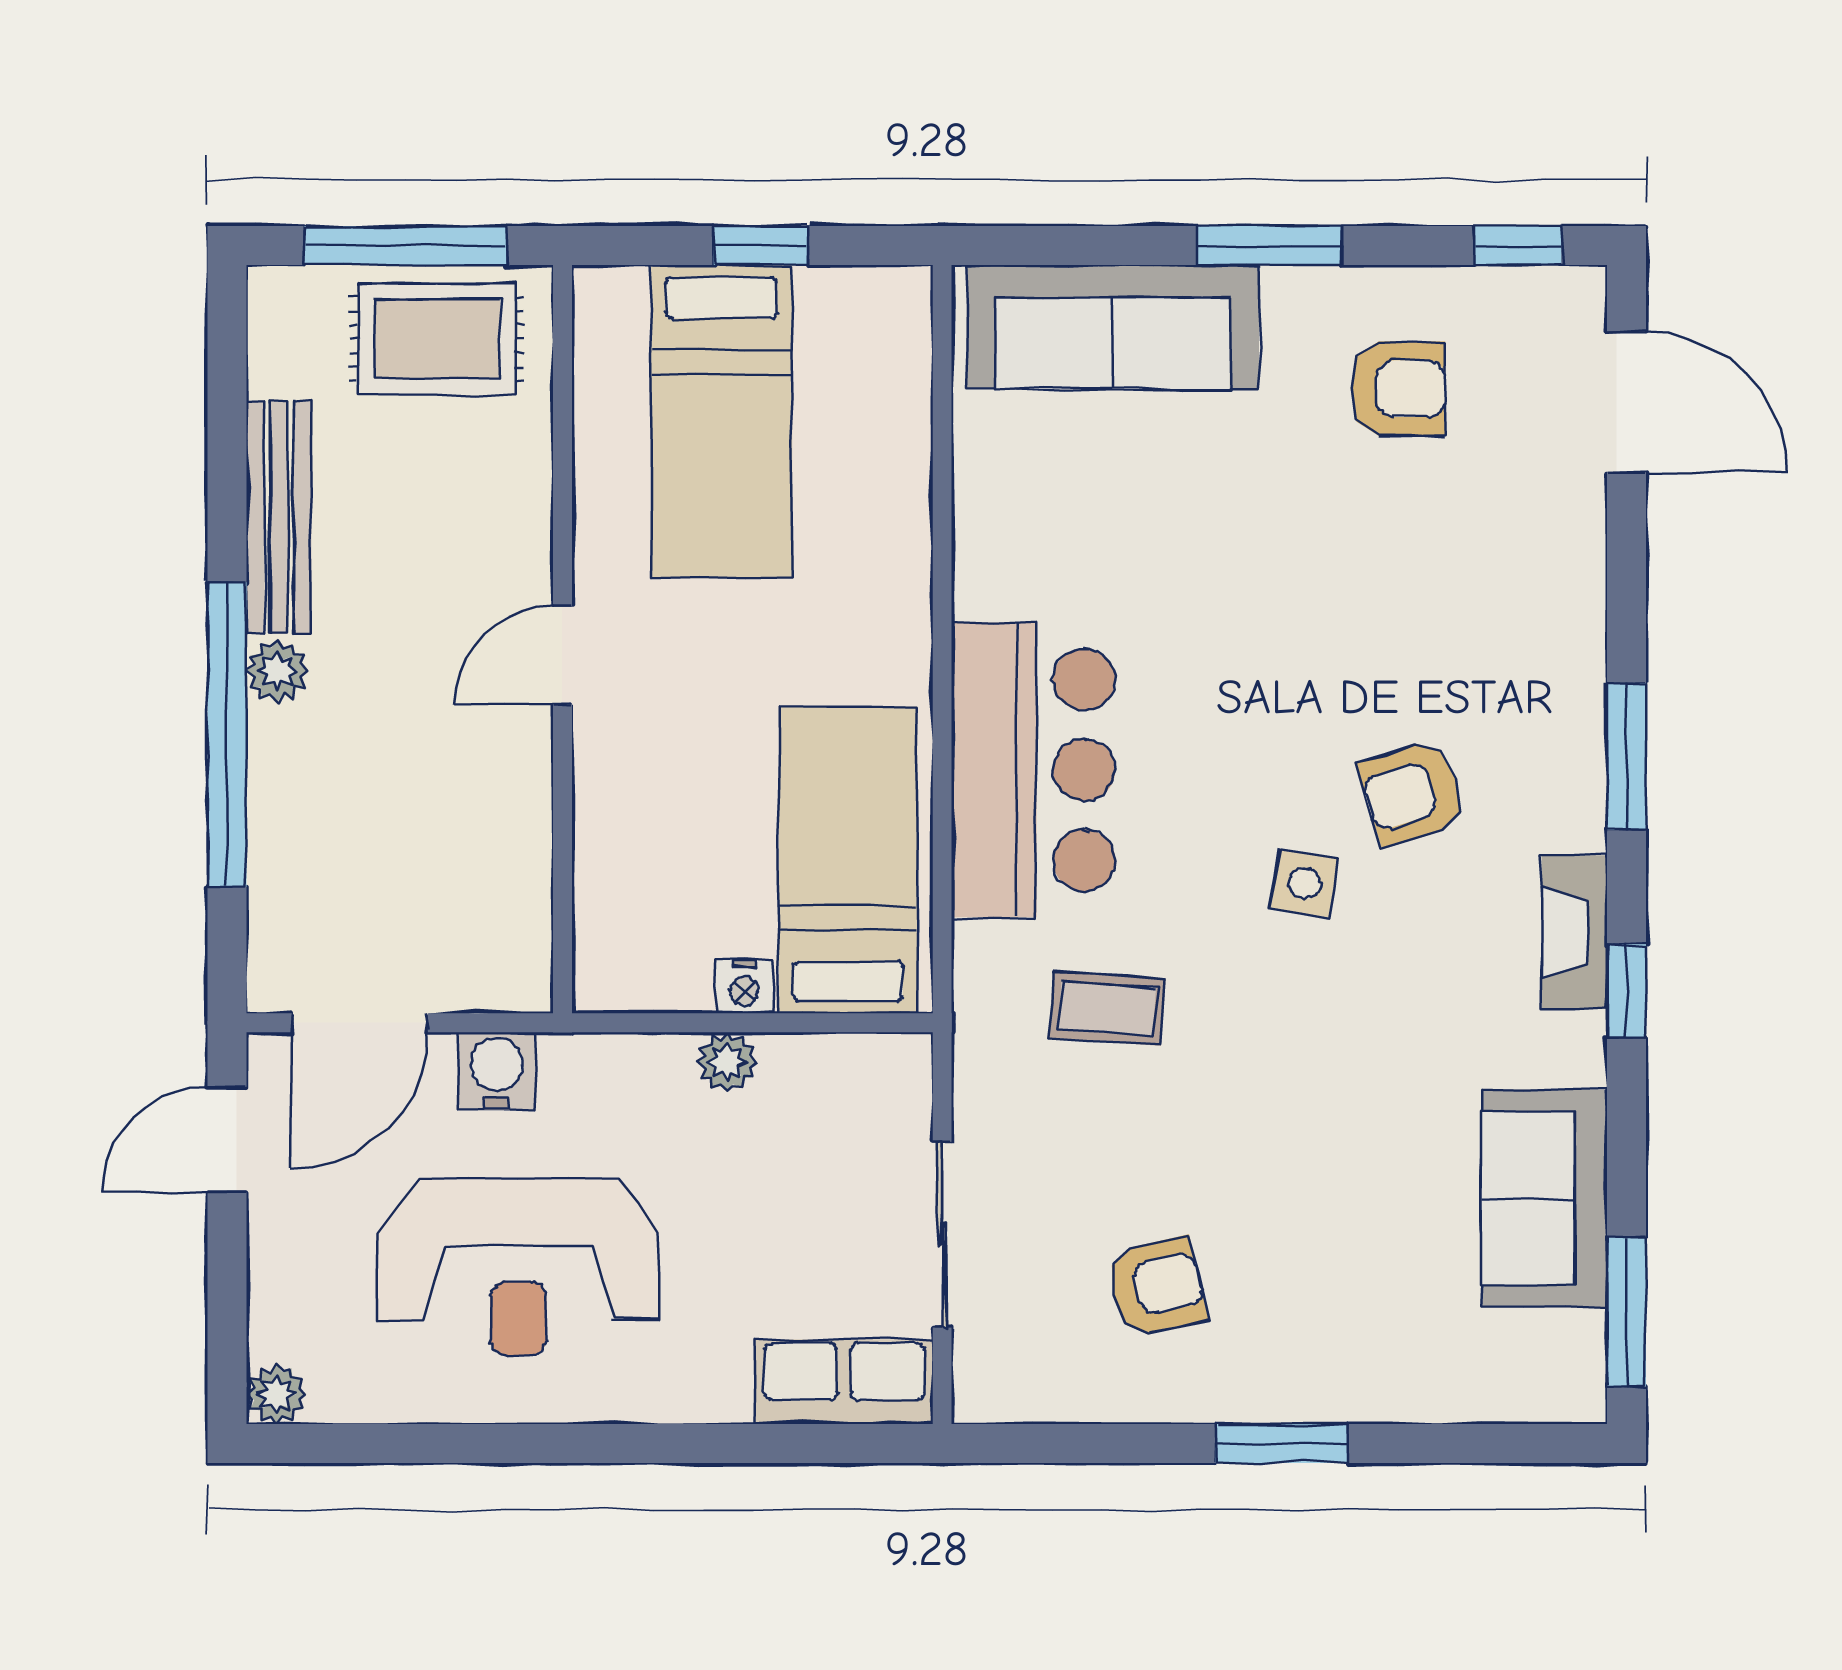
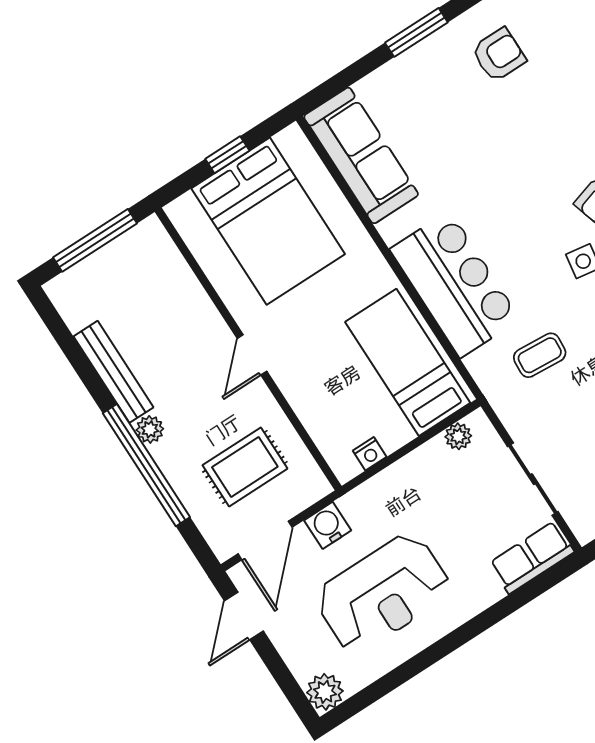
sofa: (1113, 327) -> (361, 155), moved, turned -90
rug: (437, 339) -> (245, 467), moved
bed: (722, 421) -> (268, 221), width x1.50
nightstand: (744, 987) -> (370, 454), moved
plant: (727, 1062) -> (458, 436), moved
plant: (276, 1394) -> (325, 692), width x1.38, depth x1.38

